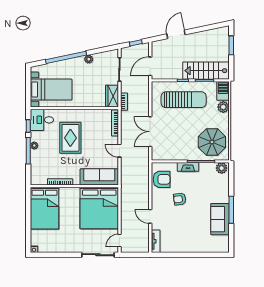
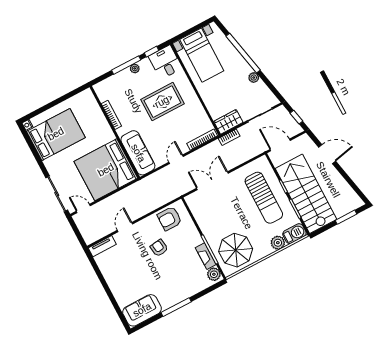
stairs: (206, 71) -> (306, 194), width x1.36, depth x1.51
fireplace: (188, 167) -> (206, 256), moved
armchair: (162, 179) -> (169, 219), turned 90
bed: (44, 208) -> (56, 134), moved, turned 180
sofa: (220, 219) -> (142, 310), moved

